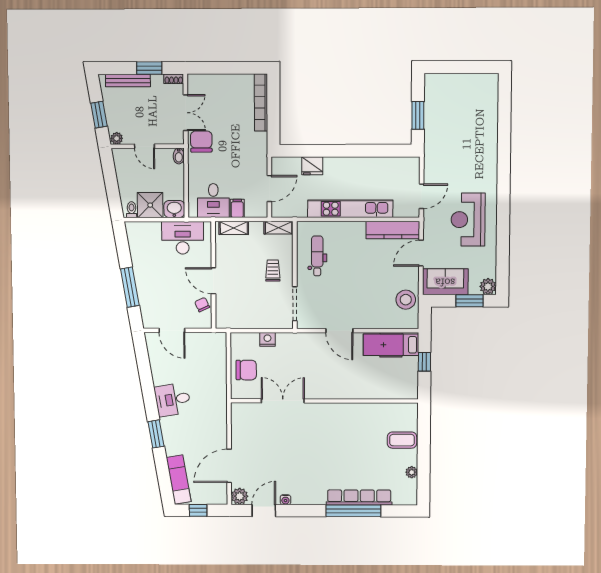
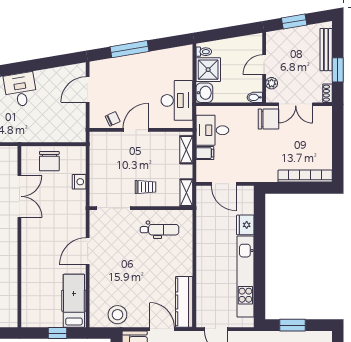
plant: (117, 138) -> (272, 83), moved
kitchen unit: (350, 209) -> (245, 277), moved, turned 180

